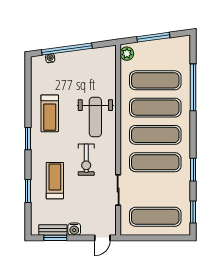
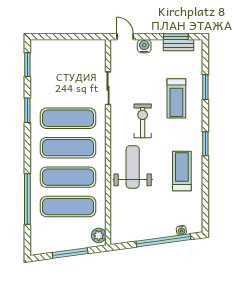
exercise mat: (155, 217) -> (68, 59), removed
water cooler: (74, 229) -> (144, 46), moved
door: (102, 238) -> (125, 37), hinge flipped

